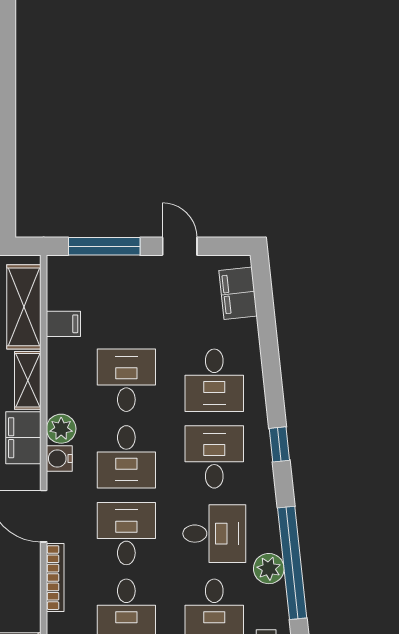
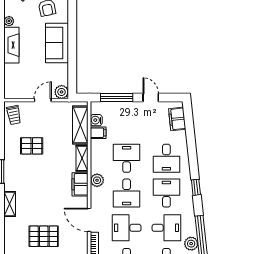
water cooler: (59, 458) -> (96, 120), moved
desk: (126, 534) -> (127, 228), turned -90

